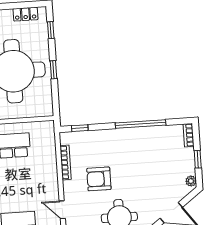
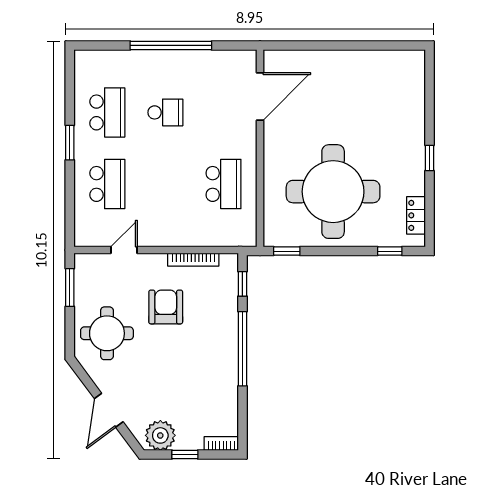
window: (53, 70) -> (287, 251), moved
window: (141, 124) -> (242, 349), moved
plant: (191, 181) -> (160, 435), width x1.88, depth x1.88

